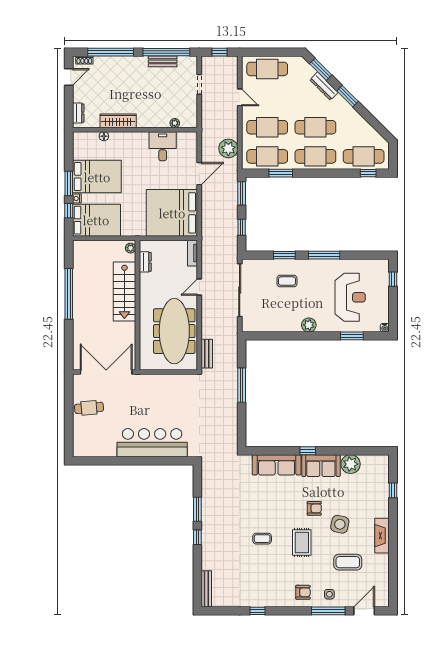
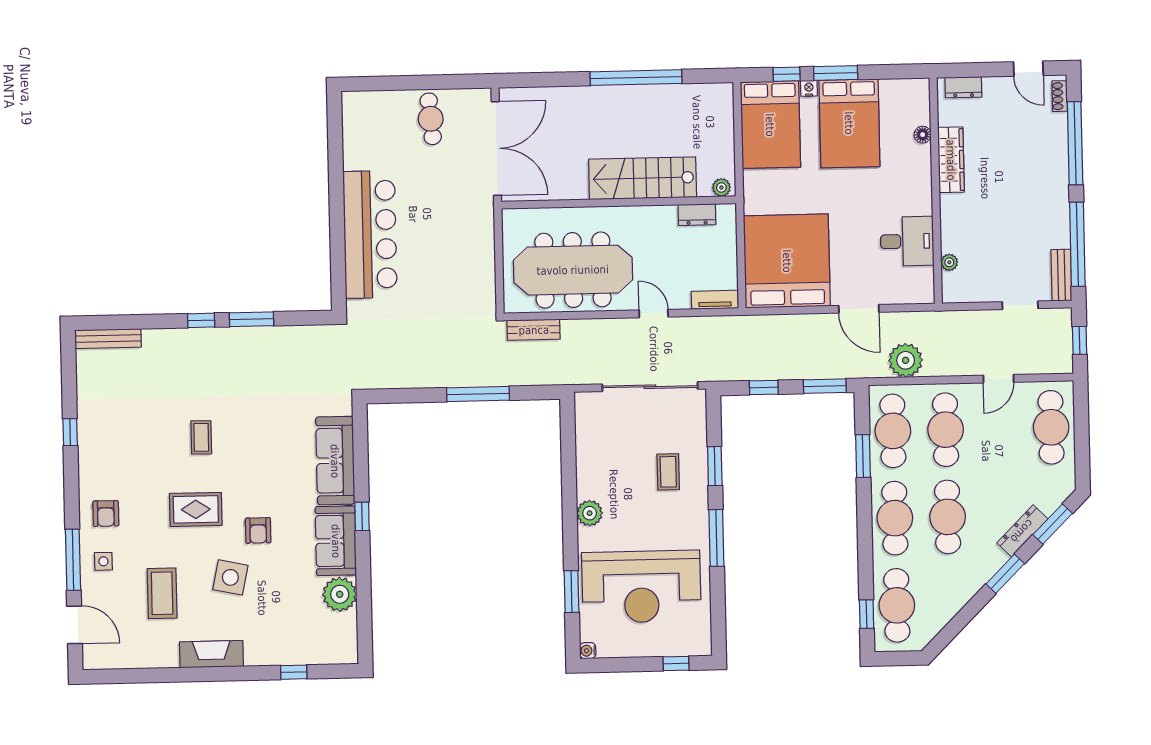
bench: (163, 61) -> (1061, 275), moved
reception desk: (350, 297) -> (641, 587), width x1.36, depth x1.30

